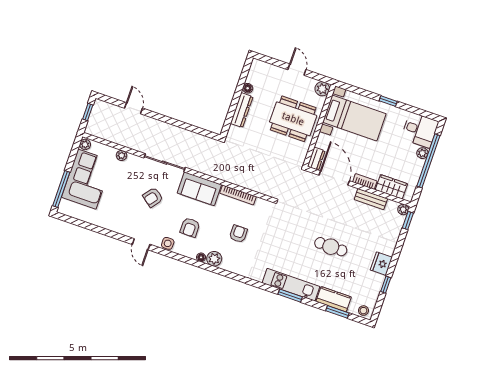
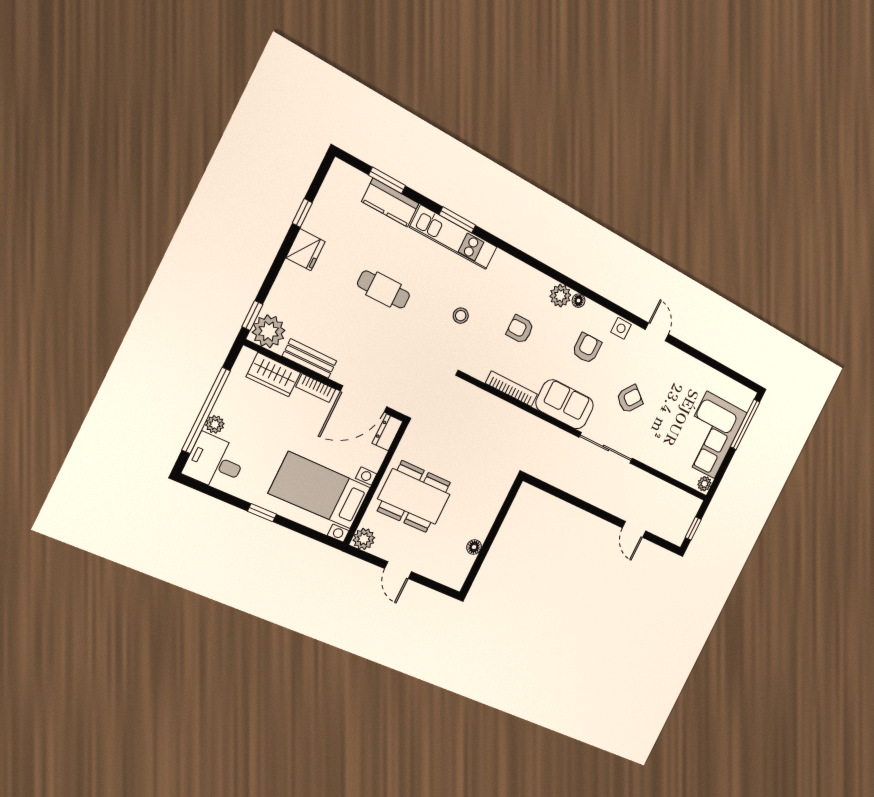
dresser: (242, 110) -> (487, 516), removed
plant: (122, 155) -> (661, 464), removed
door: (334, 178) -> (364, 399), hinge flipped
plant: (403, 209) -> (269, 331), width x1.88, depth x1.88
armchair: (238, 234) -> (520, 329), turned 90
stool: (363, 311) -> (461, 316), moved

